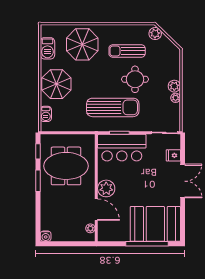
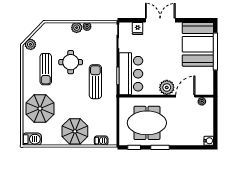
barbecue: (47, 48) -> (32, 139), moved
sun lounger: (113, 107) -> (95, 82), width x0.73, depth x0.75
meeting table: (66, 166) -> (147, 123), turned 90

